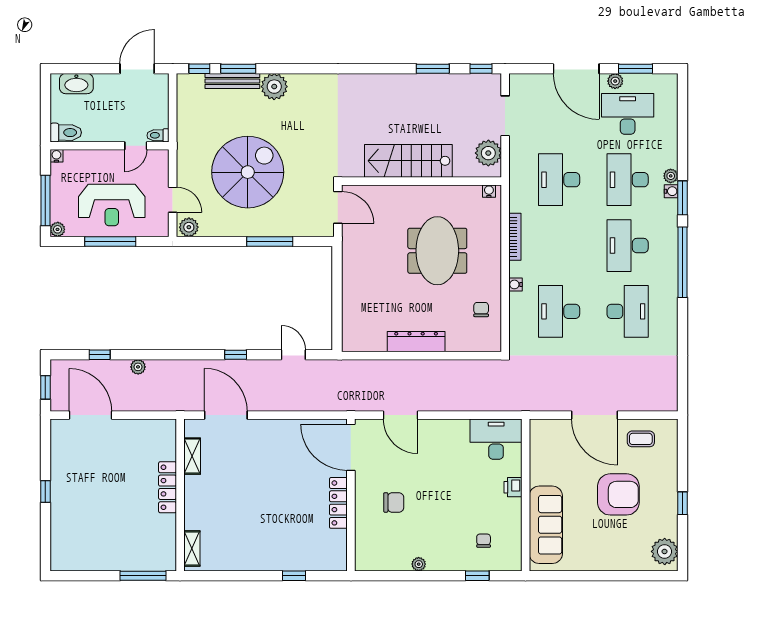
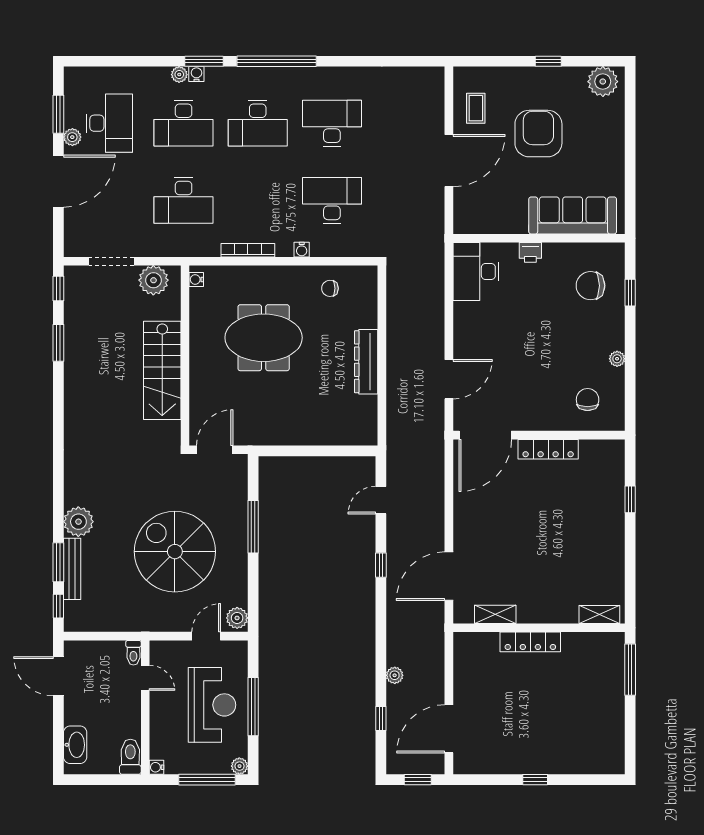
desk: (628, 114) -> (109, 123), turned 180
desk: (559, 311) -> (332, 200), turned 180
chair: (394, 502) -> (588, 400), moved
chair: (484, 541) -> (590, 286), width x1.87, depth x1.87

